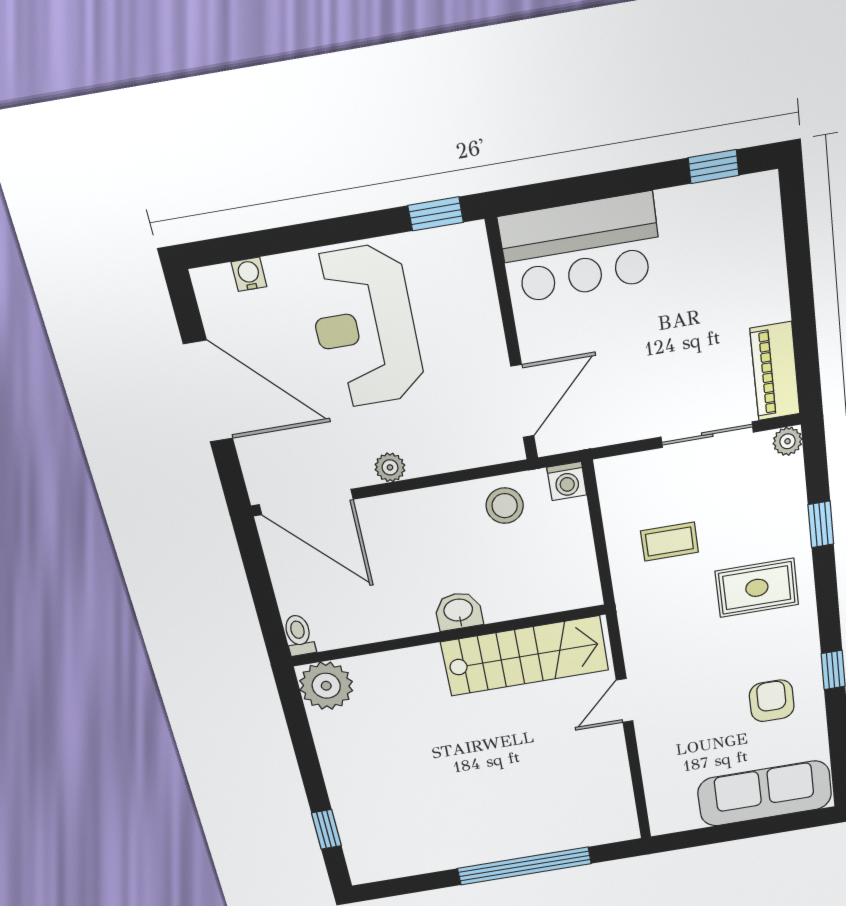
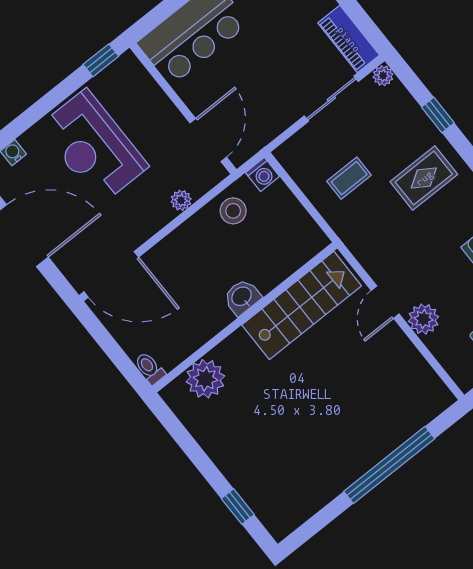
plant: (390, 467) -> (181, 200), moved
plant: (326, 686) -> (205, 379), moved
plant: (657, 739) -> (423, 319), added

